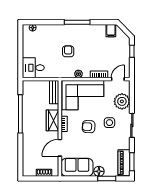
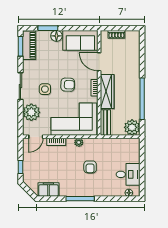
filing cabinet: (111, 31) -> (48, 190), width x2.00
desk: (33, 68) -> (128, 174), moved
plant: (30, 88) -> (132, 127), added
wardrobe: (53, 120) -> (107, 91), width x1.50
door: (60, 148) -> (99, 62), swing flipped

